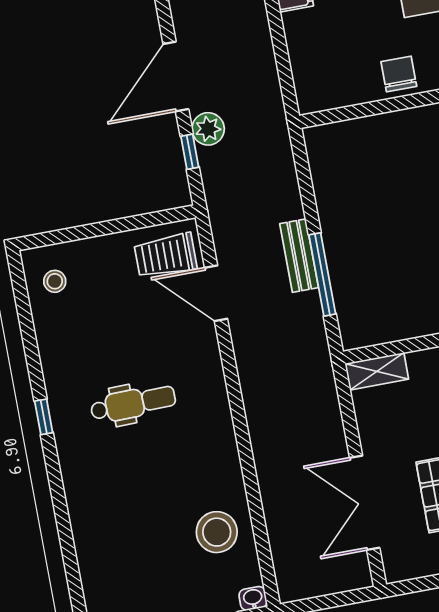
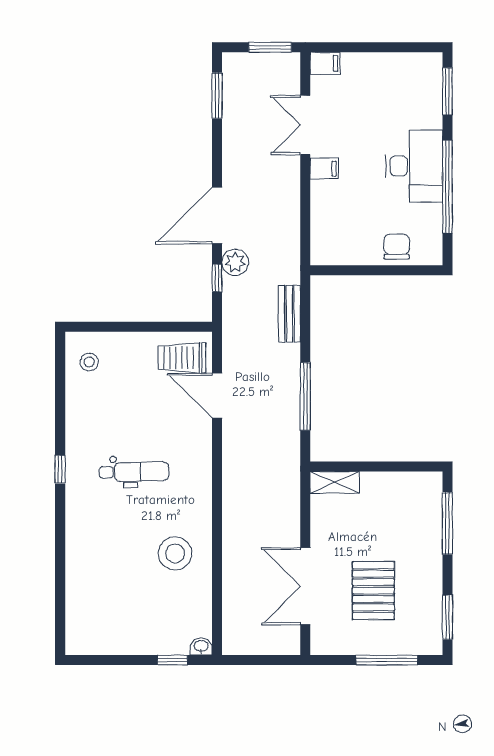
bench: (299, 256) -> (289, 314), moved
stool: (217, 532) -> (175, 553), moved

